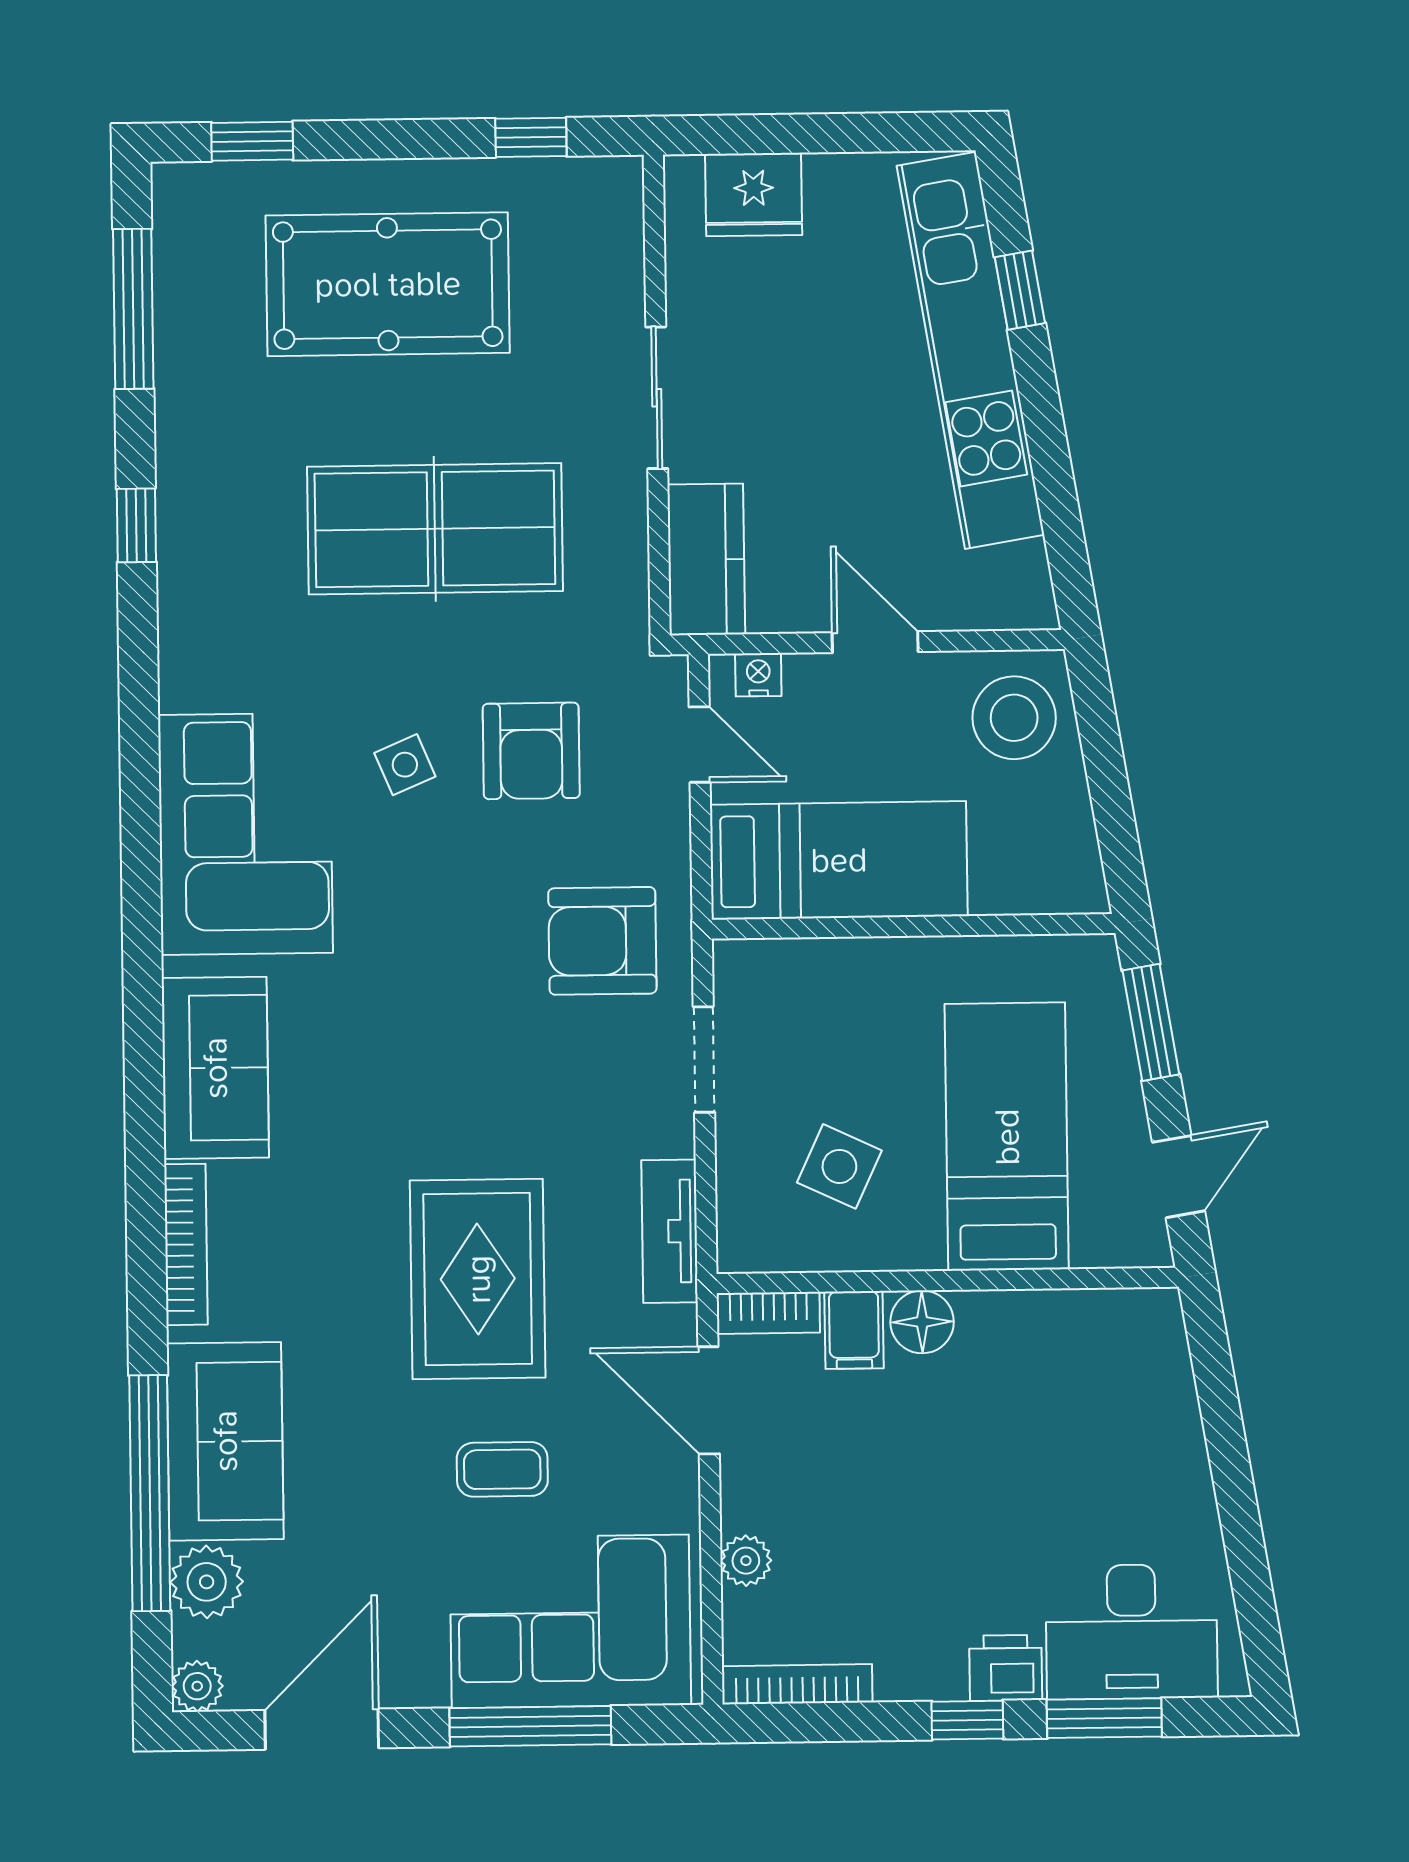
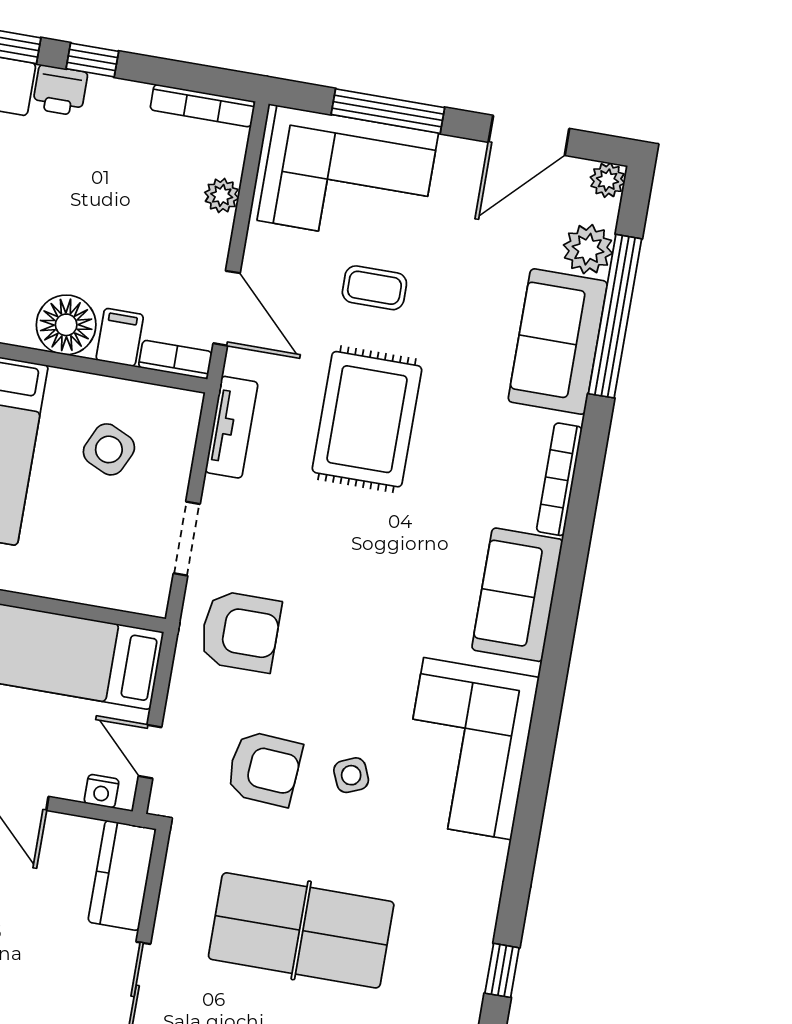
armchair: (531, 751) -> (264, 769), turned 94
floor lamp: (922, 1322) -> (66, 325), width x1.38, depth x1.38

